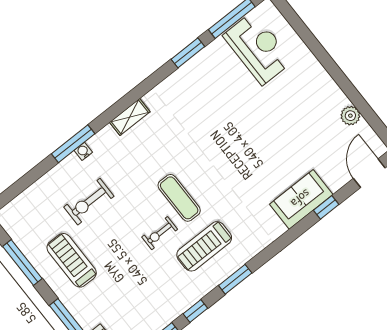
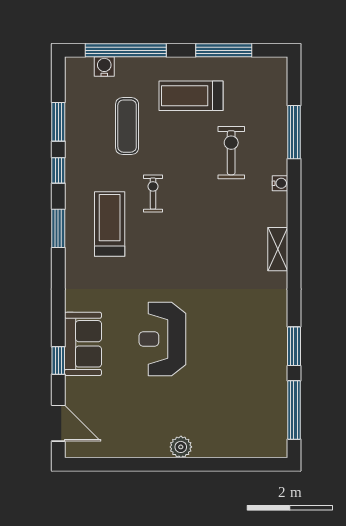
reception desk: (258, 48) -> (162, 339), moved, turned 90
plant: (350, 116) -> (181, 447), moved
window: (73, 144) -> (294, 132), moved
exercise mat: (179, 198) -> (127, 126), moved, turned 90
treadmill: (72, 260) -> (191, 96), turned 180

